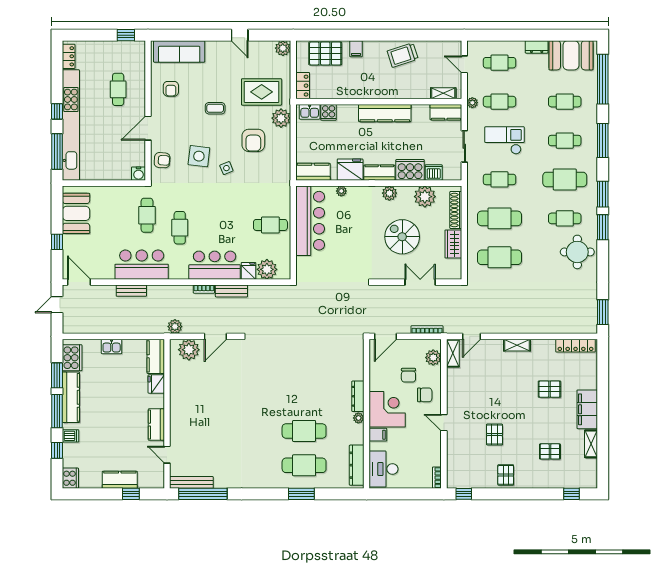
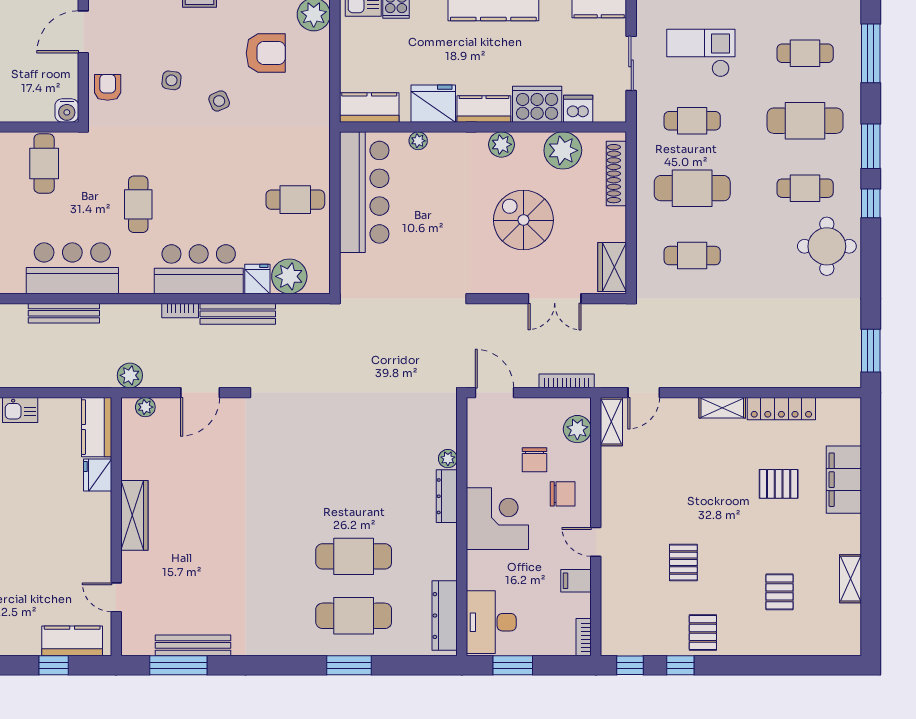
armchair: (253, 140) -> (266, 53), turned -90
side table: (199, 156) -> (171, 80), width x0.54, depth x0.54
armchair: (162, 160) -> (108, 87), turned -94
cafe table: (147, 215) -> (44, 163), moved
window: (603, 227) -> (871, 203), width x0.67
wardrobe: (453, 244) -> (612, 267), moved
cafe table: (500, 257) -> (692, 256), width x0.73, depth x0.74
double door: (420, 282) -> (555, 299), swing flipped
bench: (131, 291) -> (64, 313), width x1.36
bench: (231, 291) -> (238, 314), width x1.36
door: (385, 336) -> (494, 393), swing flipped
locker: (576, 346) -> (781, 409), moved
plant: (189, 350) -> (145, 407), width x0.53, depth x0.53
wardrobe: (178, 407) -> (134, 515), added
filing cabinet: (587, 409) -> (844, 480), moved
plant: (358, 418) -> (448, 459), moved
kitchen counter: (156, 425) -> (98, 545), removed
filing cabinet: (378, 435) -> (576, 581), moved, turned 180
pallet: (550, 451) -> (779, 592), turned 90
kitchen counter: (120, 480) -> (72, 641), moved
bench: (191, 482) -> (193, 645), moved
window: (203, 494) -> (178, 665), width x0.68
window: (396, 494) -> (513, 665), added
window: (572, 494) -> (680, 665), moved

